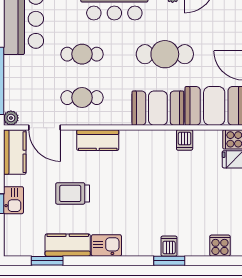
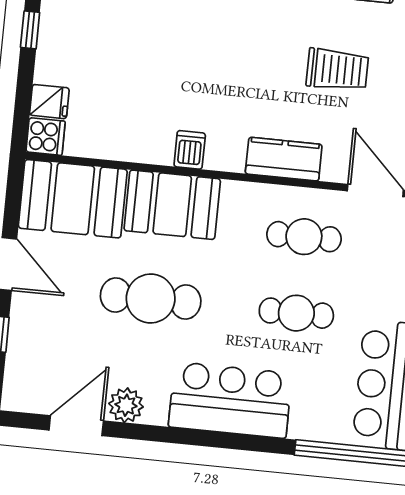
dishwasher: (185, 140) -> (190, 150), moved

